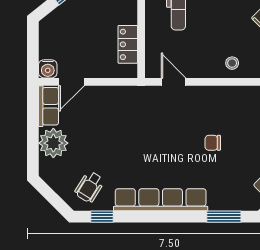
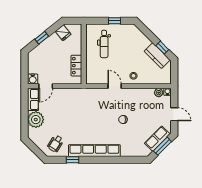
door: (174, 82) -> (115, 86), moved
window: (102, 217) -> (72, 160), moved
window: (224, 217) -> (129, 160), removed

